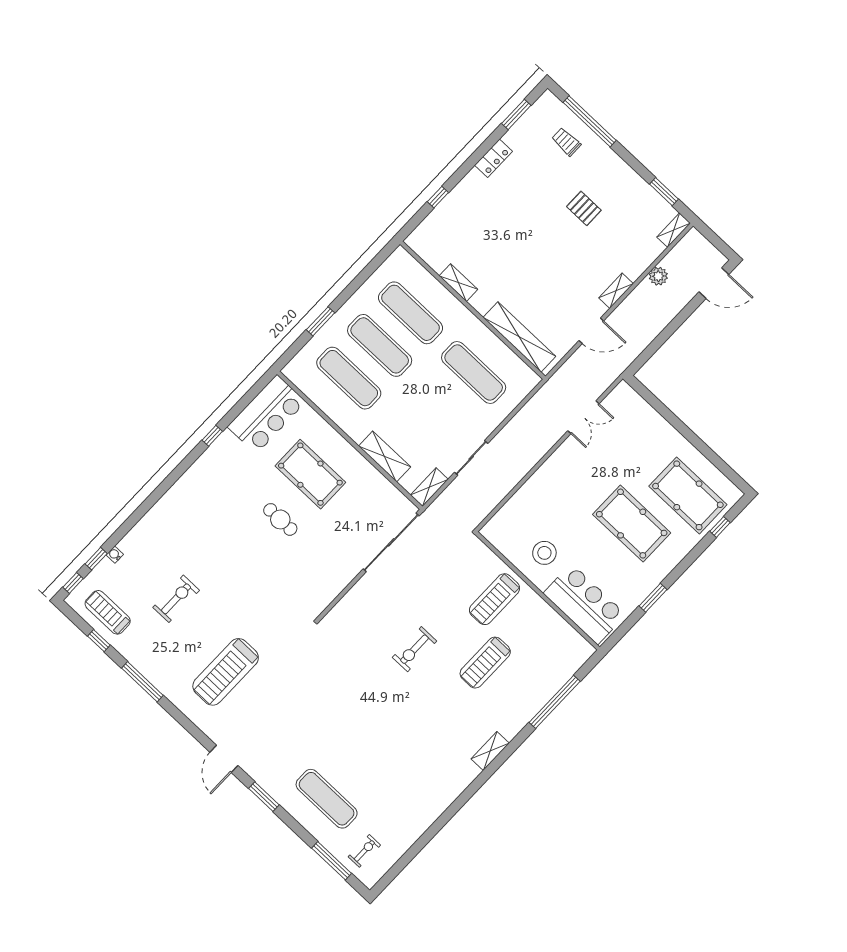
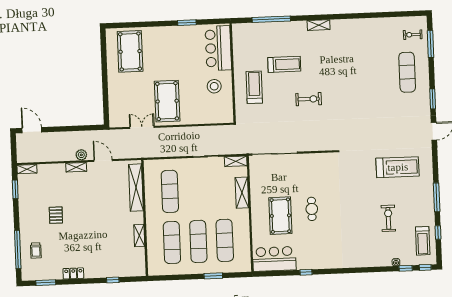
plant: (658, 276) -> (81, 155), moved
pool table: (632, 524) -> (167, 101), moved
window: (720, 527) -> (130, 25), removed
exercise bike: (176, 599) -> (388, 218), turned 90
treadmill: (494, 599) -> (254, 87), turned -90

